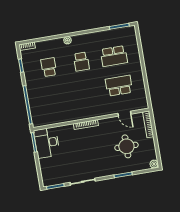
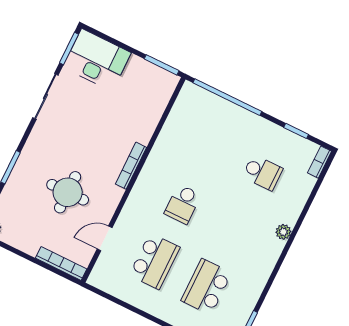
school desk: (81, 62) -> (183, 204), moved, turned -90
desk: (47, 143) -> (97, 60), moved
round table: (126, 146) -> (68, 192), moved

